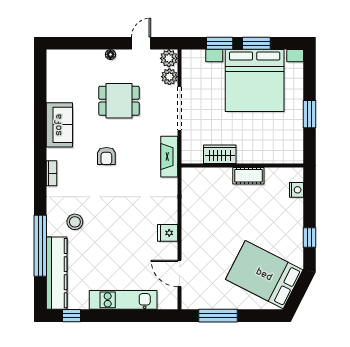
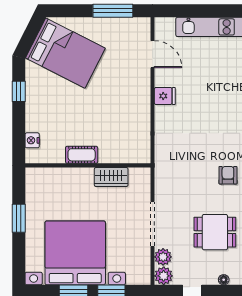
fireplace: (169, 157) -> (163, 175), removed

